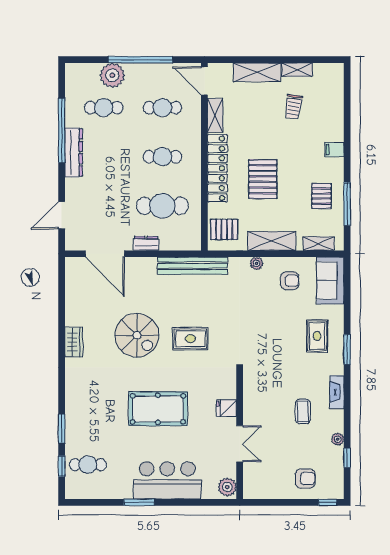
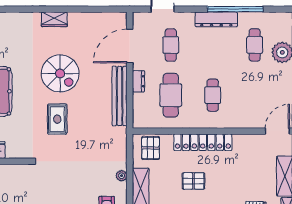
cafe table: (162, 108) -> (171, 45), moved
shelving: (215, 115) -> (248, 140), removed
pallet: (263, 179) -> (193, 181), width x0.67, depth x0.71
bench: (193, 266) -> (120, 96), moved
spiral stairs: (137, 335) -> (60, 73), turned -90

